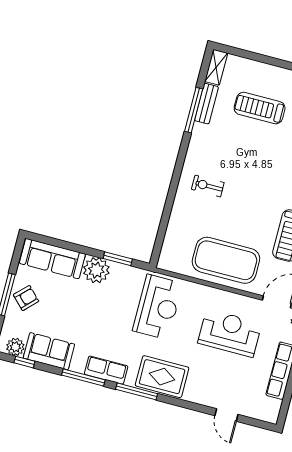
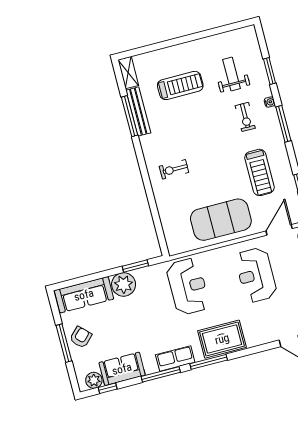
bench: (206, 104) -> (138, 112), width x1.36
treadmill: (260, 108) -> (180, 85), turned 180
reception desk: (230, 333) -> (256, 275), turned -90

